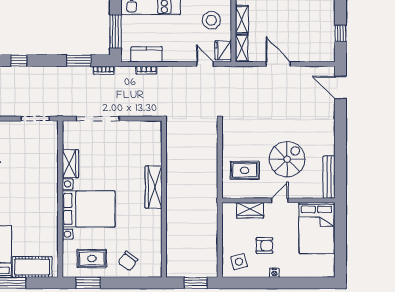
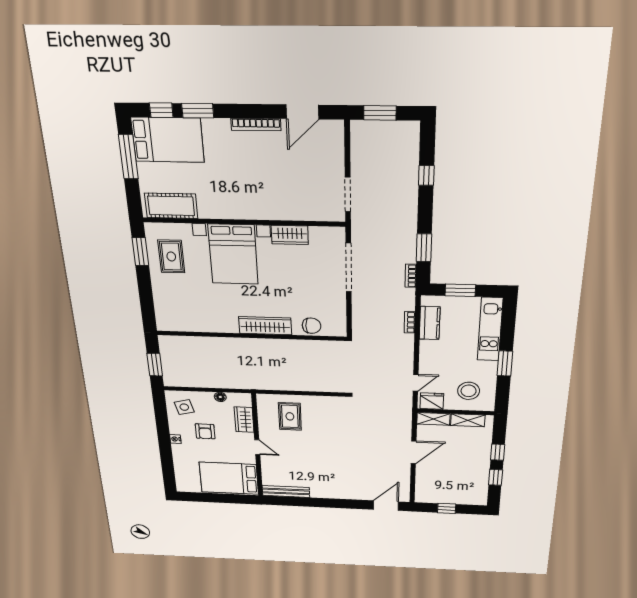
window: (115, 31) -> (460, 290), width x0.69
spiral stairs: (287, 159) -> (304, 456), removed
floor lamp: (227, 229) -> (220, 397), added
chair: (128, 261) -> (312, 326), moved, turned 144
cot: (32, 267) -> (171, 206), moved, turned 90

